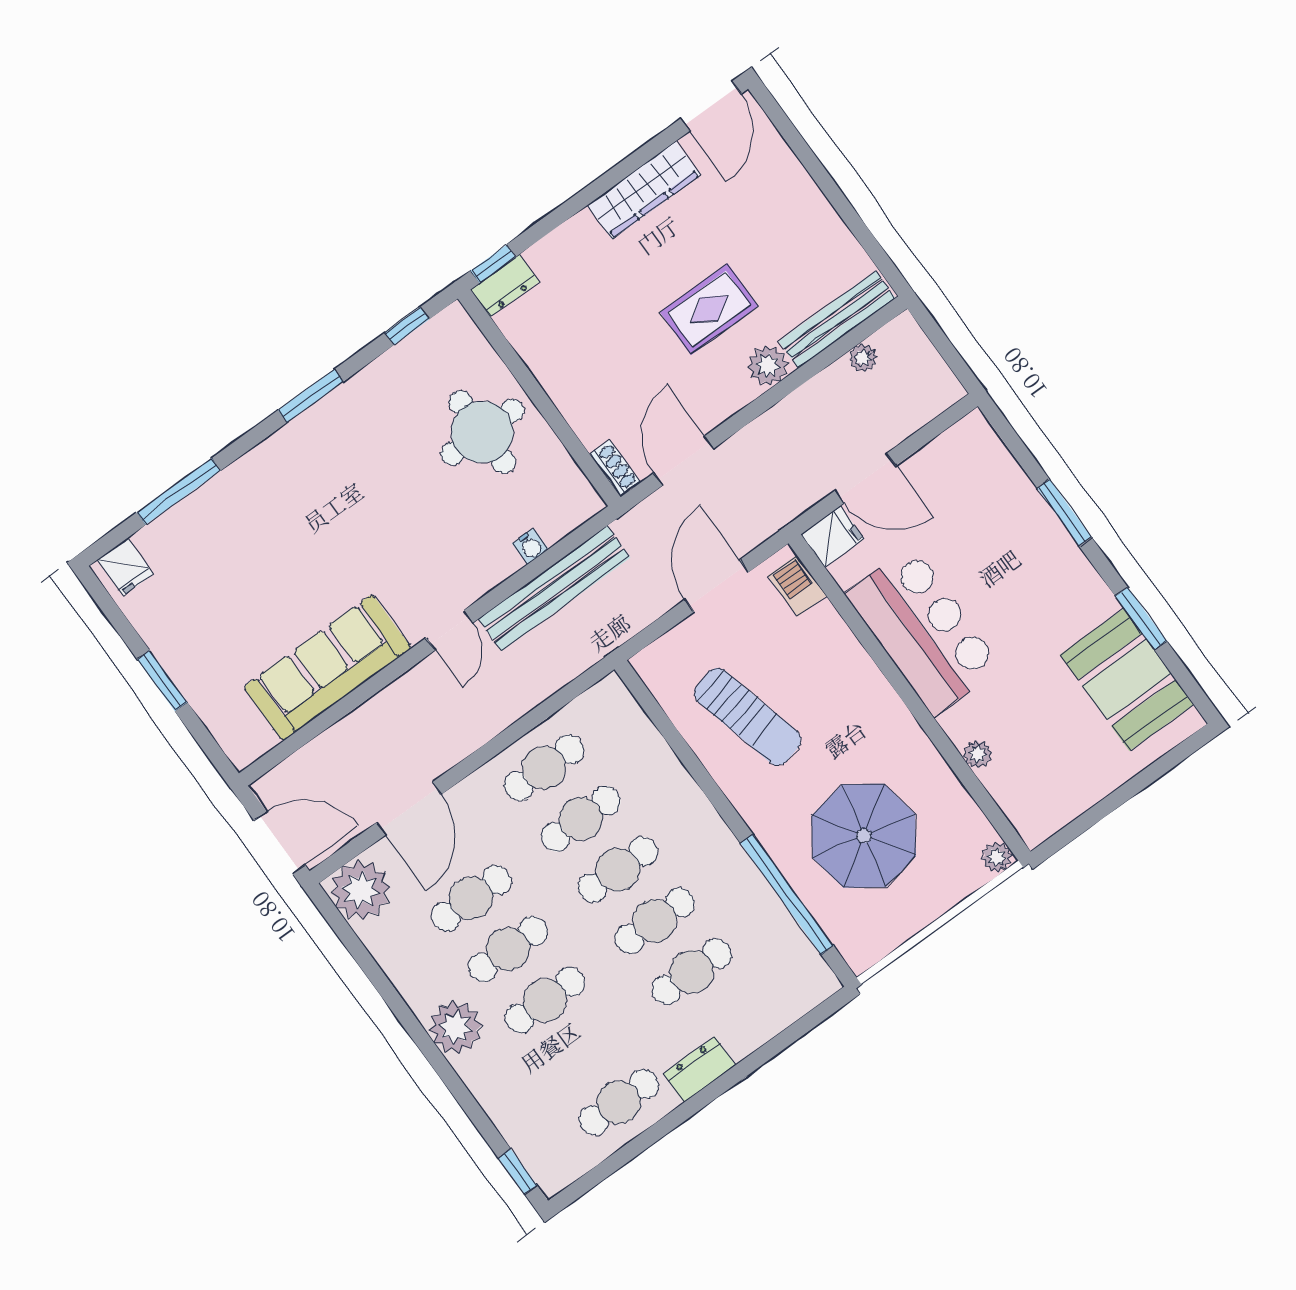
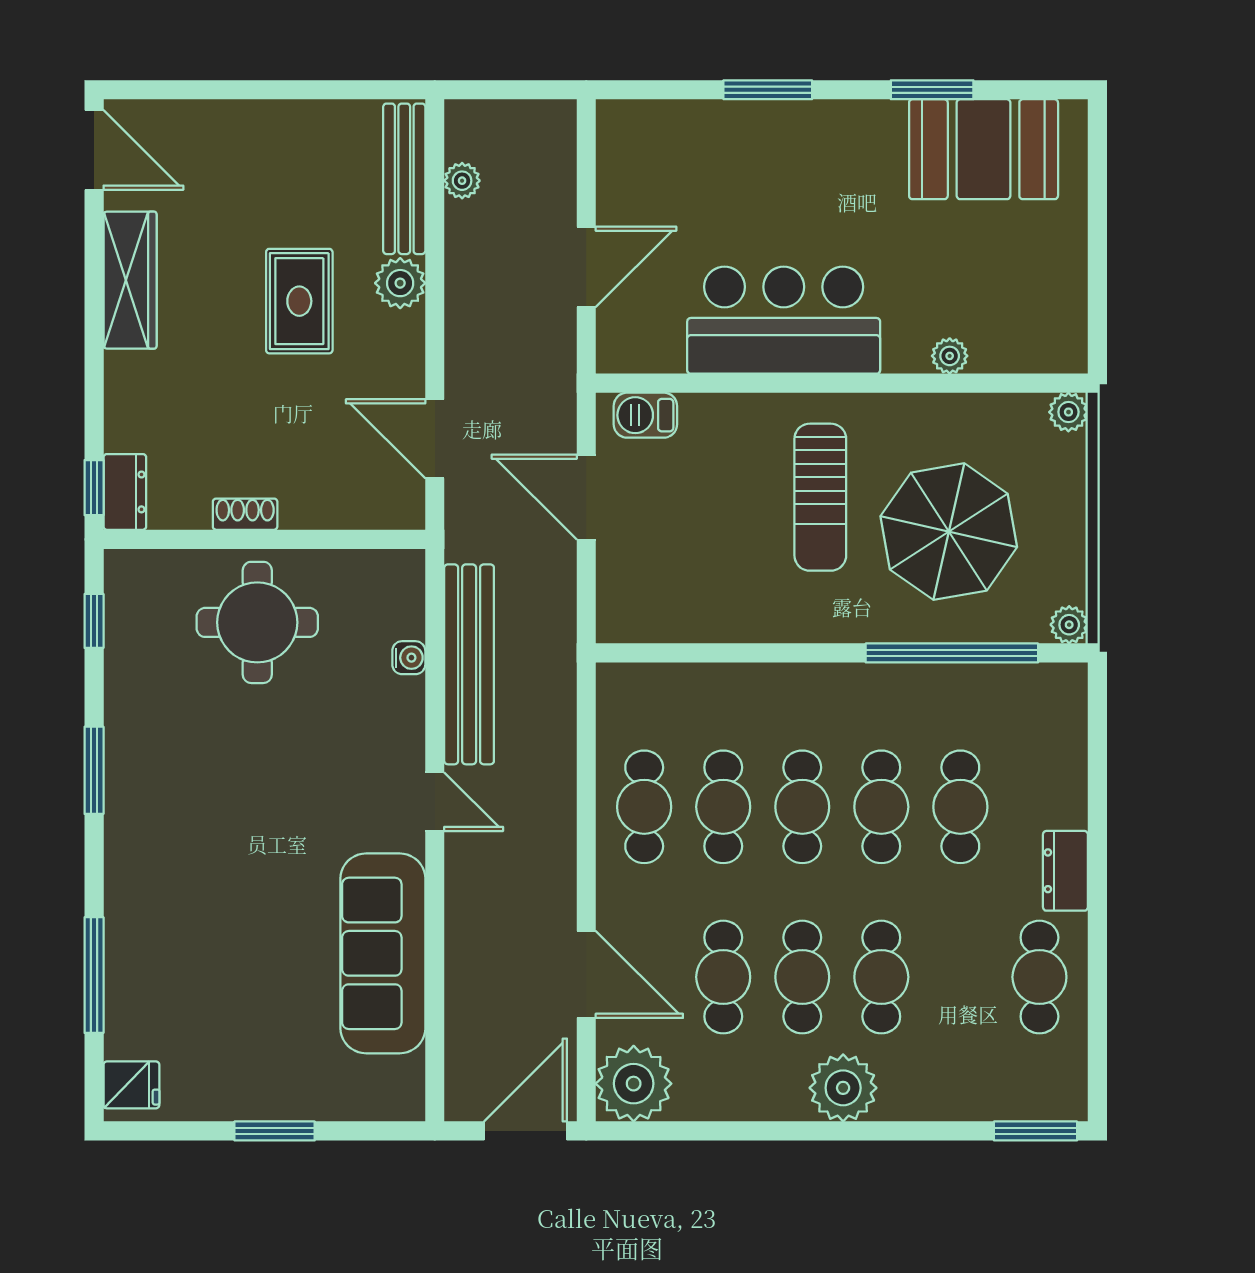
shoe rack: (615, 468) -> (245, 514), moved
fridge: (832, 537) -> (621, 343), removed
sun lounger: (748, 717) -> (820, 497), moved, turned 104
plant: (860, 957) -> (1069, 625), added
window: (518, 1172) -> (1036, 1131), width x1.50

